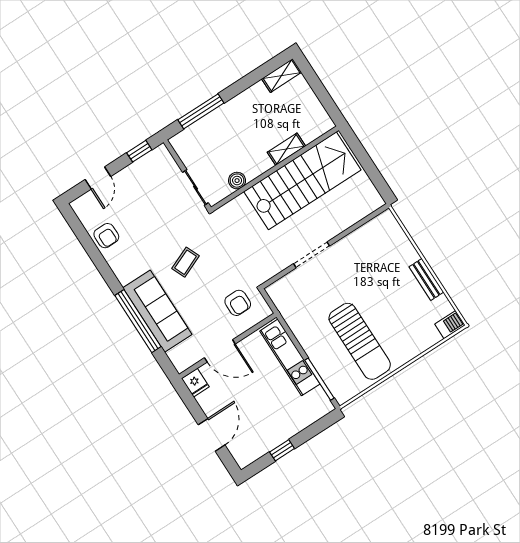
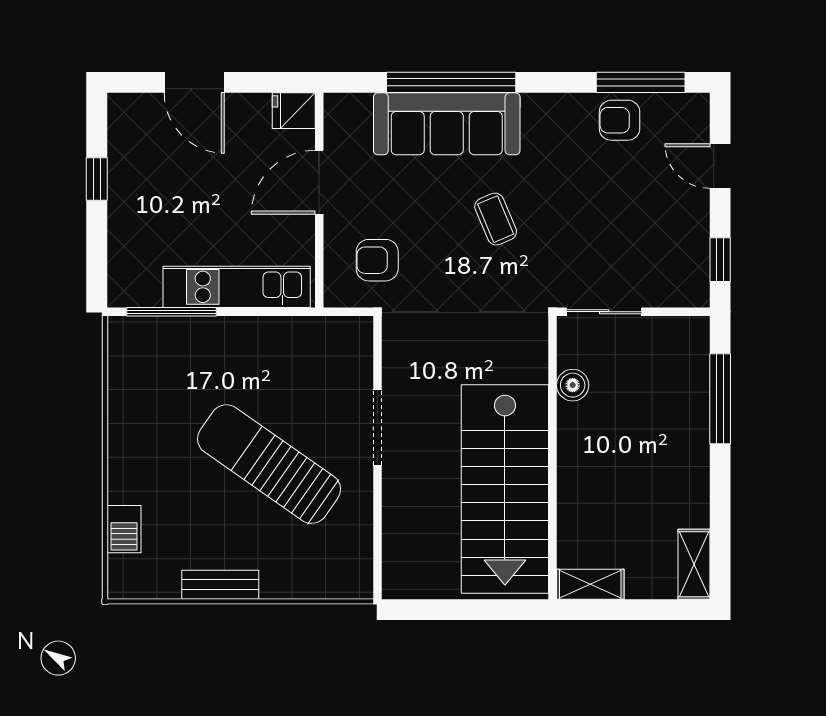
shelving: (286, 149) -> (590, 584), moved, turned 90
window: (84, 237) -> (641, 82), added
barbecue: (450, 325) -> (124, 529), moved
sun lounger: (360, 341) -> (269, 464), moved, turned 35

